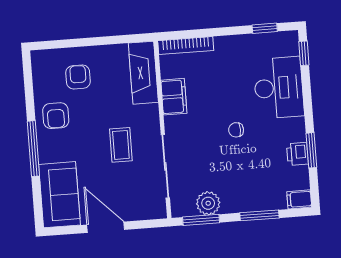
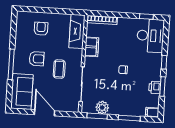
window: (304, 53) -> (164, 62), moved
desk: (279, 88) -> (150, 36), moved
armchair: (56, 116) -> (37, 59), moved, turned -90

